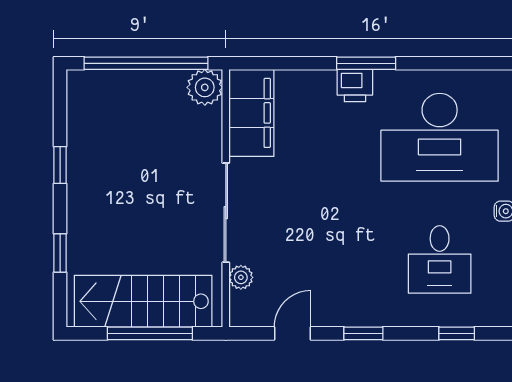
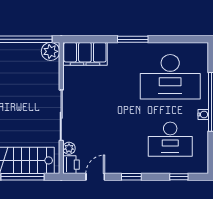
printer: (355, 86) -> (71, 165), moved, turned -90
filing cabinet: (251, 113) -> (85, 54), moved, turned 90
desk: (440, 259) -> (170, 139), width x1.37

